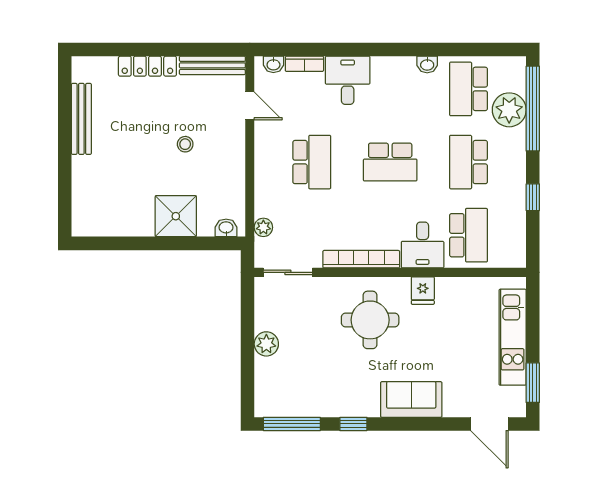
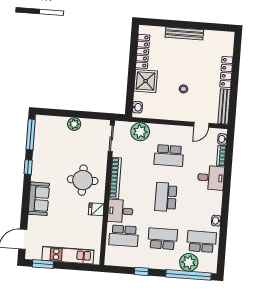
bench: (81, 119) -> (184, 34), moved
locker: (121, 226) -> (143, 51), added
plant: (263, 227) -> (140, 132), width x1.88, depth x1.88

